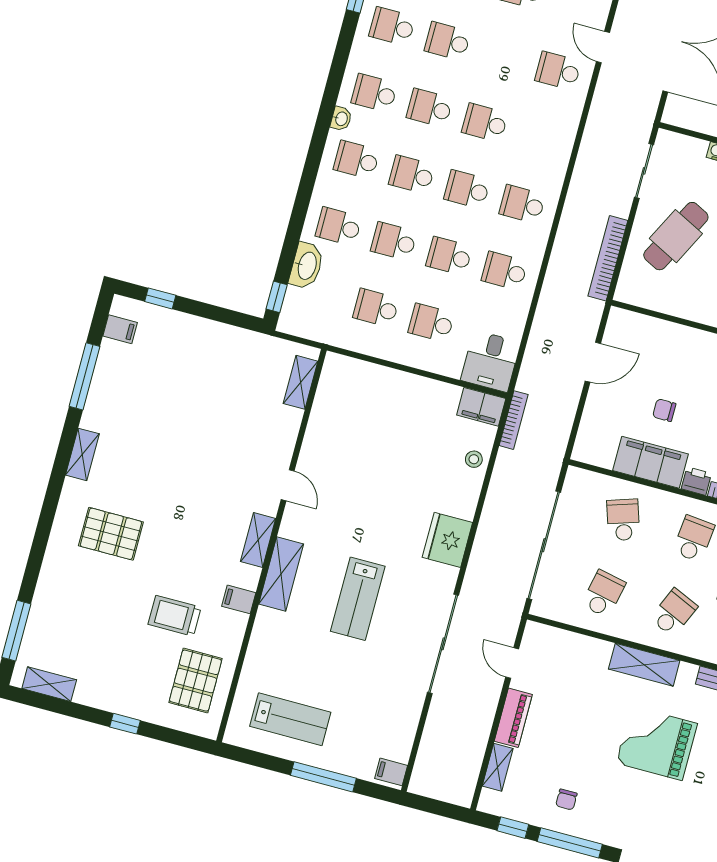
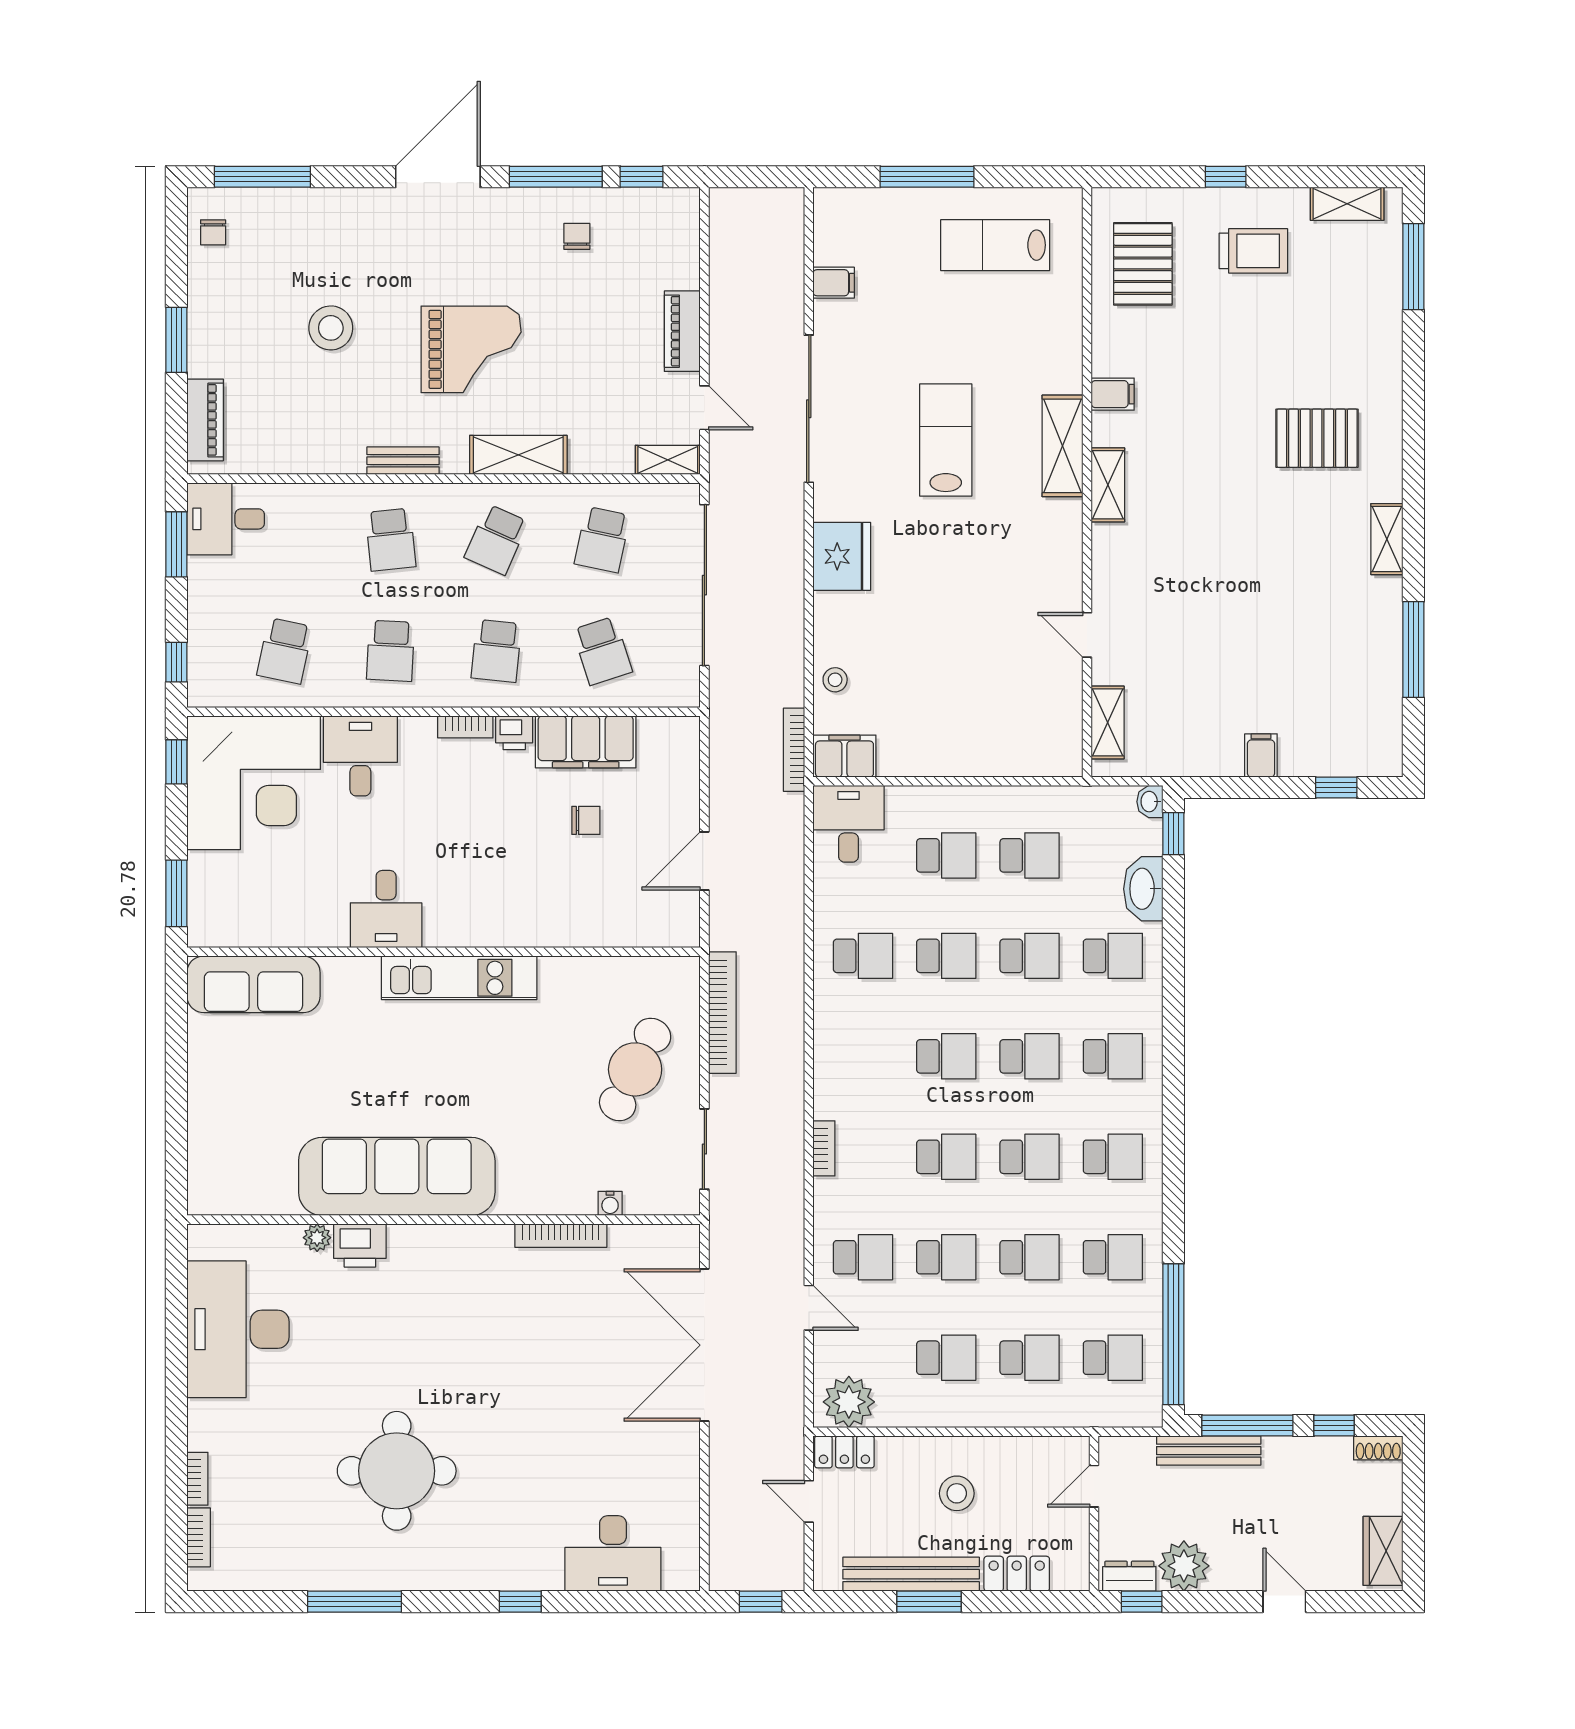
washbasin: (341, 119) -> (1150, 802), moved
bookcase: (565, 150) -> (824, 1148), added
school desk: (522, 204) -> (946, 1257), moved
filing cabinet: (120, 329) -> (1261, 755), moved, turned 90
door: (288, 485) -> (1087, 635), moved
trolley: (175, 616) -> (1253, 251), moved
shelving: (498, 767) -> (668, 460), moved, turned 90
filing cabinet: (391, 772) -> (834, 283), moved

